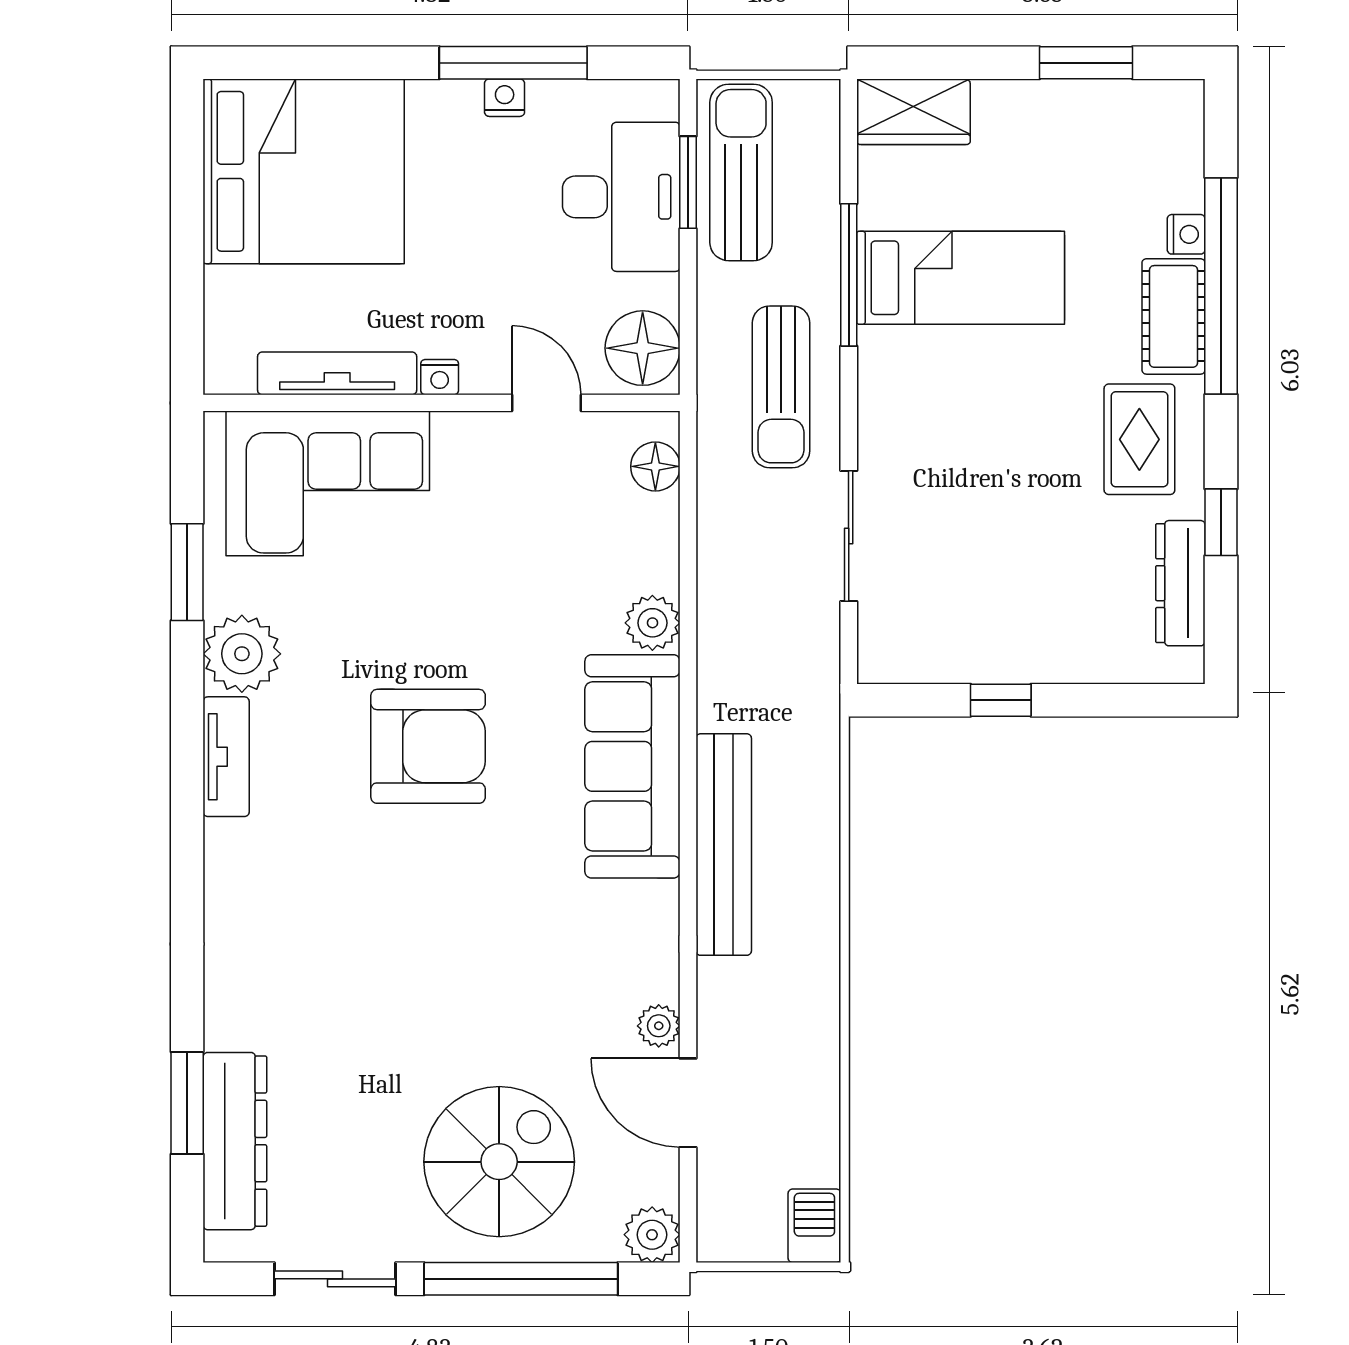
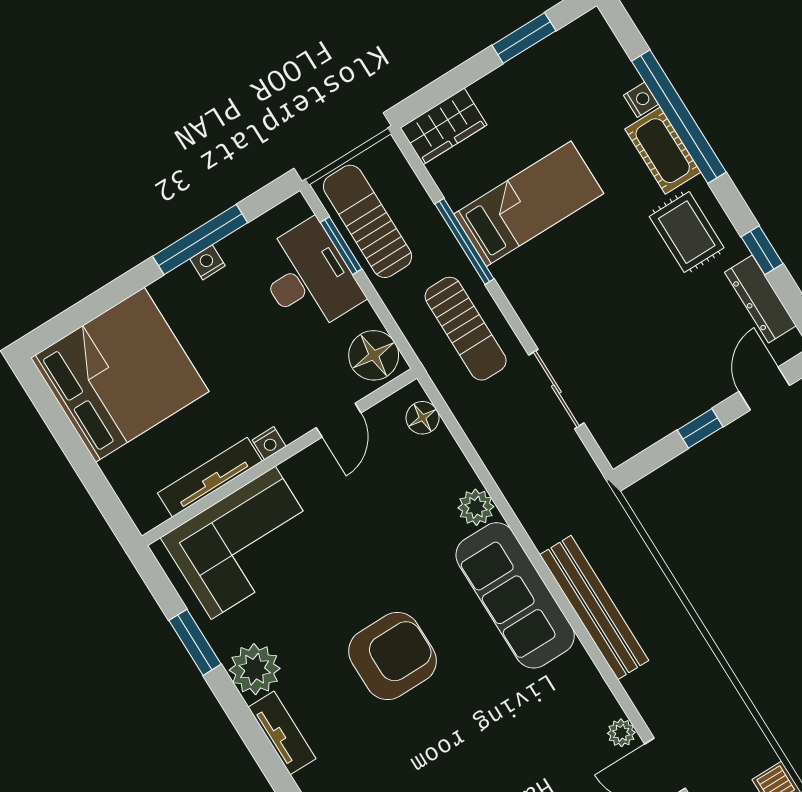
door: (546, 403) -> (339, 420), swing flipped
door: (1114, 700) -> (764, 388), added

